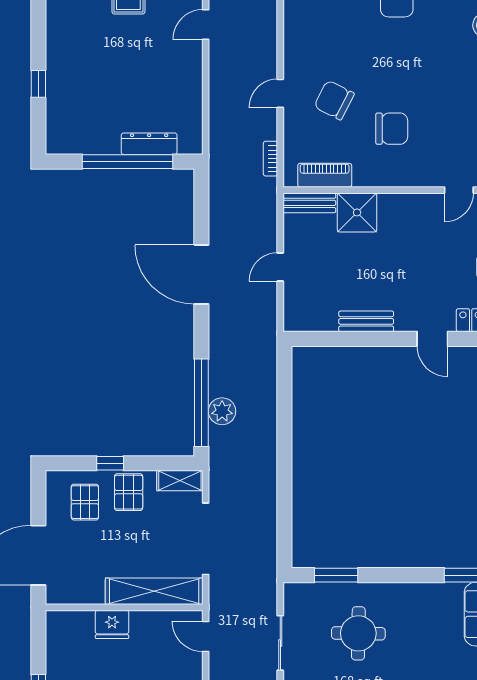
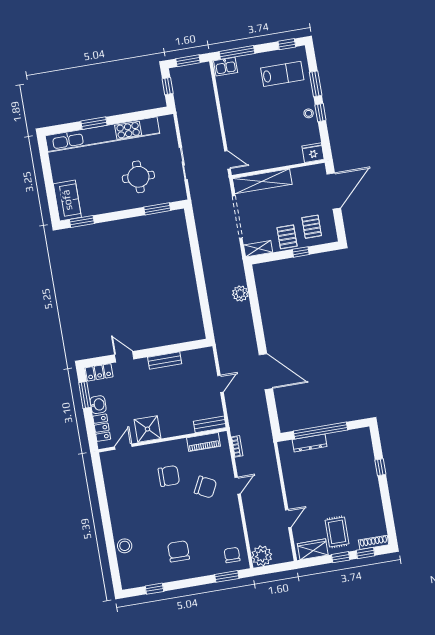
chair: (392, 129) -> (169, 476), turned 180
shower: (357, 212) -> (147, 429), moved
window: (201, 403) -> (253, 296), removed
fridge: (112, 624) -> (313, 153), moved

